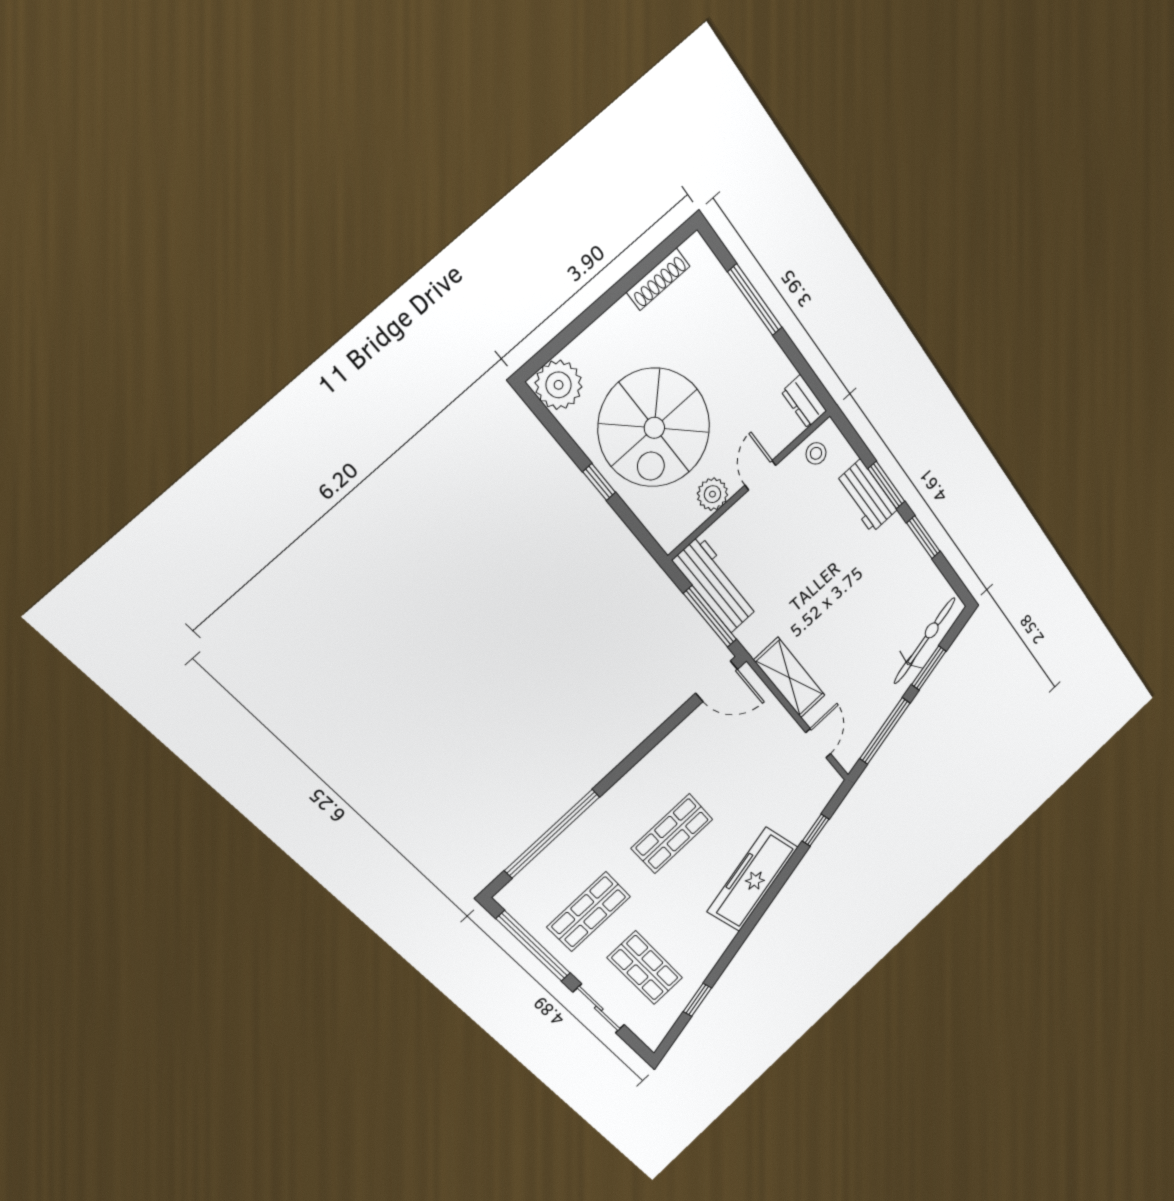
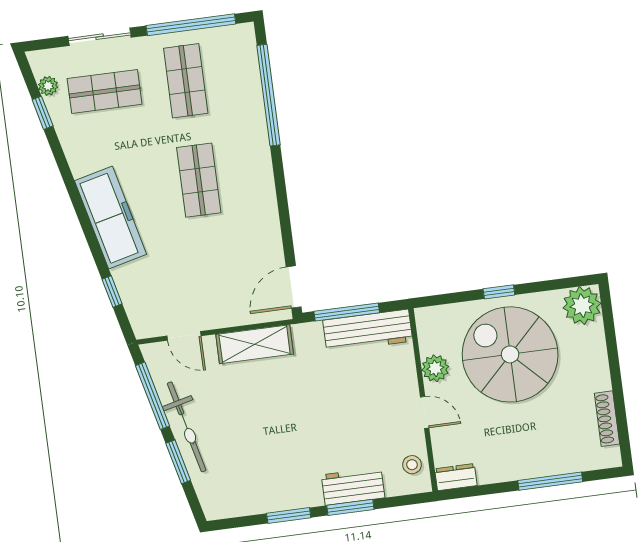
bicycle: (925, 641) -> (187, 427), moved
plant: (671, 1013) -> (48, 86), added

